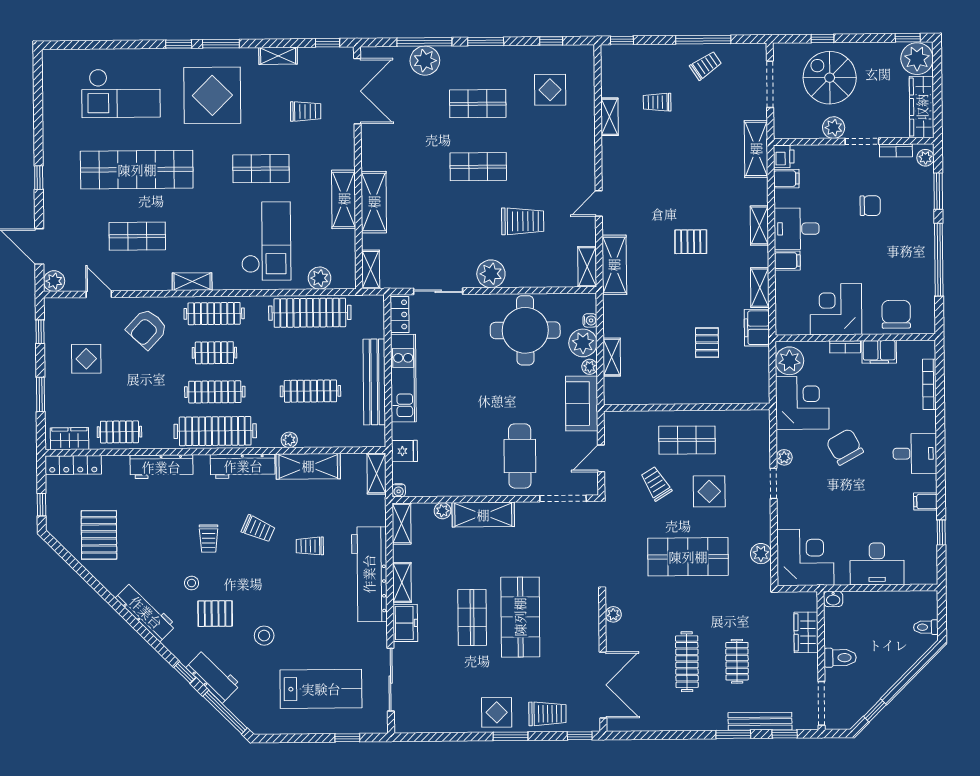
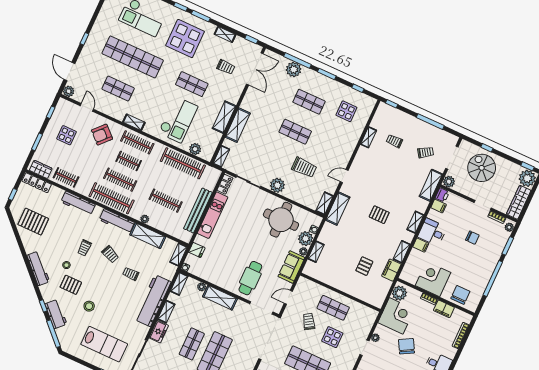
trolley: (706, 65) -> (426, 152), moved
plant: (834, 128) -> (449, 182), moved
pallet: (99, 535) -> (33, 222), turned 90

